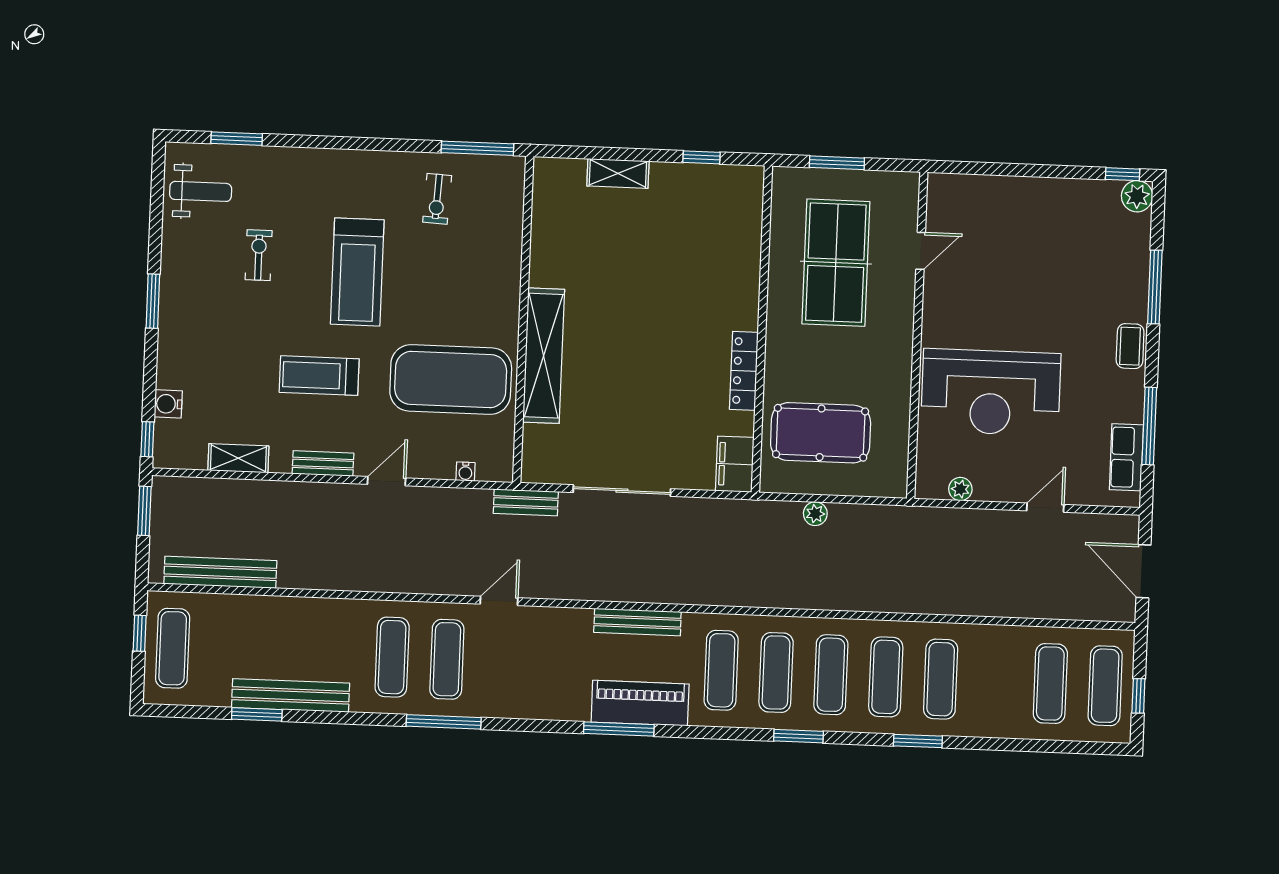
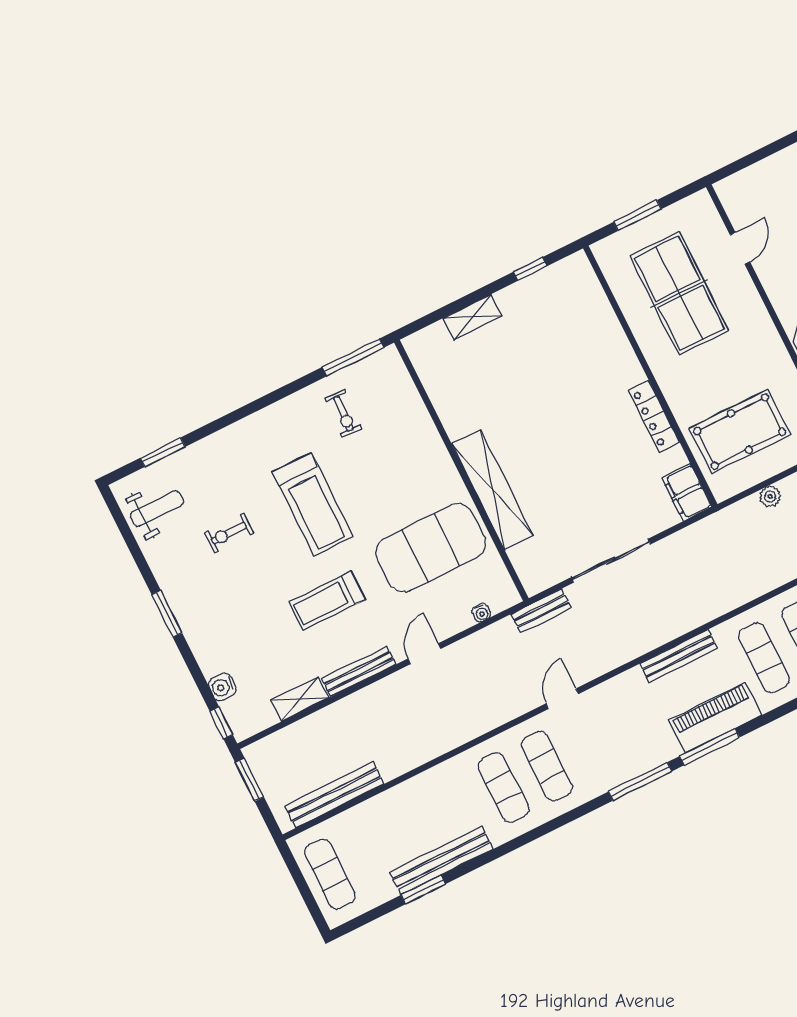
exercise bike: (259, 255) -> (229, 533), turned -90
bench: (323, 463) -> (359, 671), width x1.36
window: (140, 633) -> (298, 877), removed
window: (444, 722) -> (640, 781), moved

